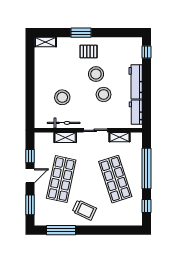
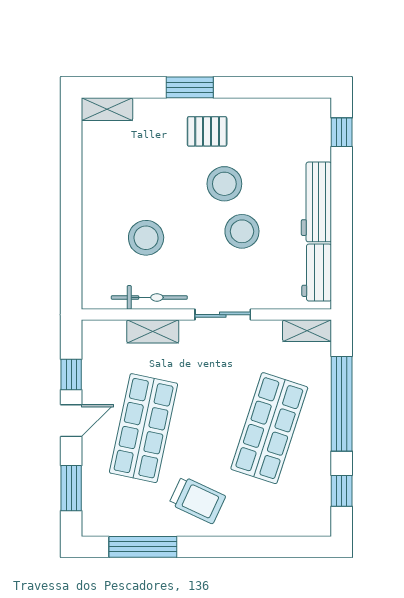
shelving: (119, 137) -> (307, 331), moved
shop shelf: (115, 179) -> (269, 428), turned 36

